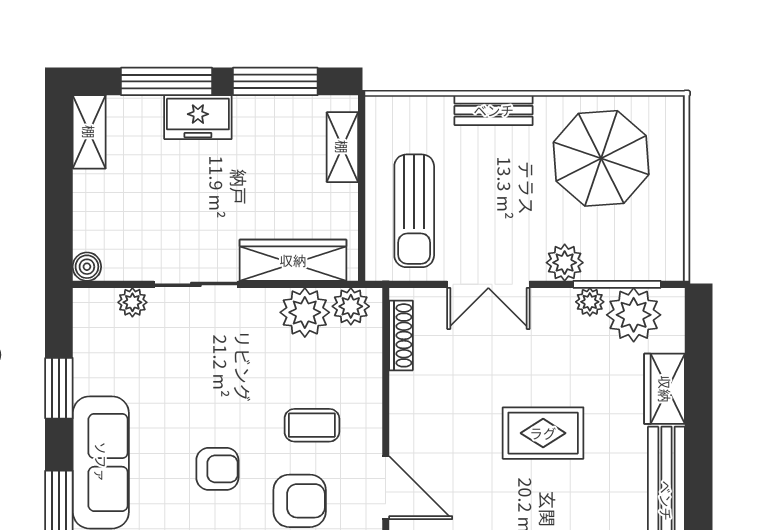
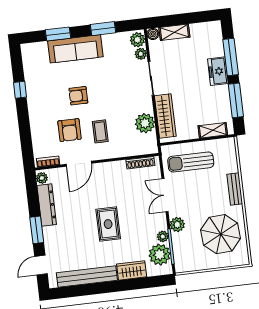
shelving: (89, 132) -> (174, 32), moved
plant: (351, 306) -> (137, 40), moved
armchair: (217, 469) -> (78, 96), turned 90

